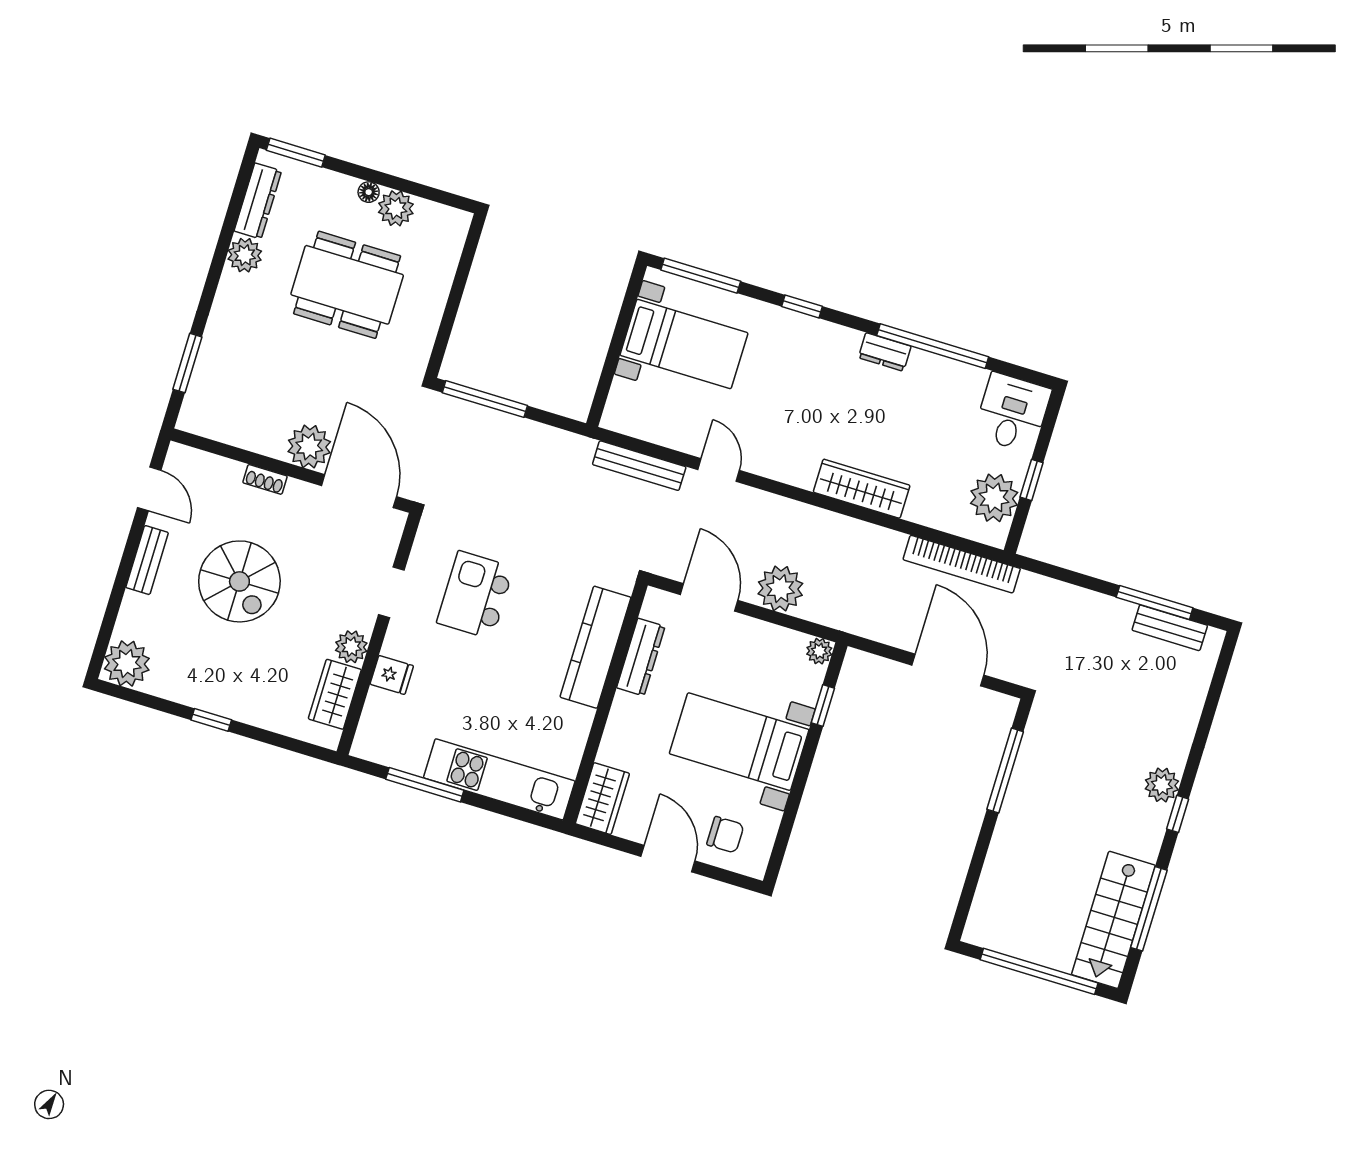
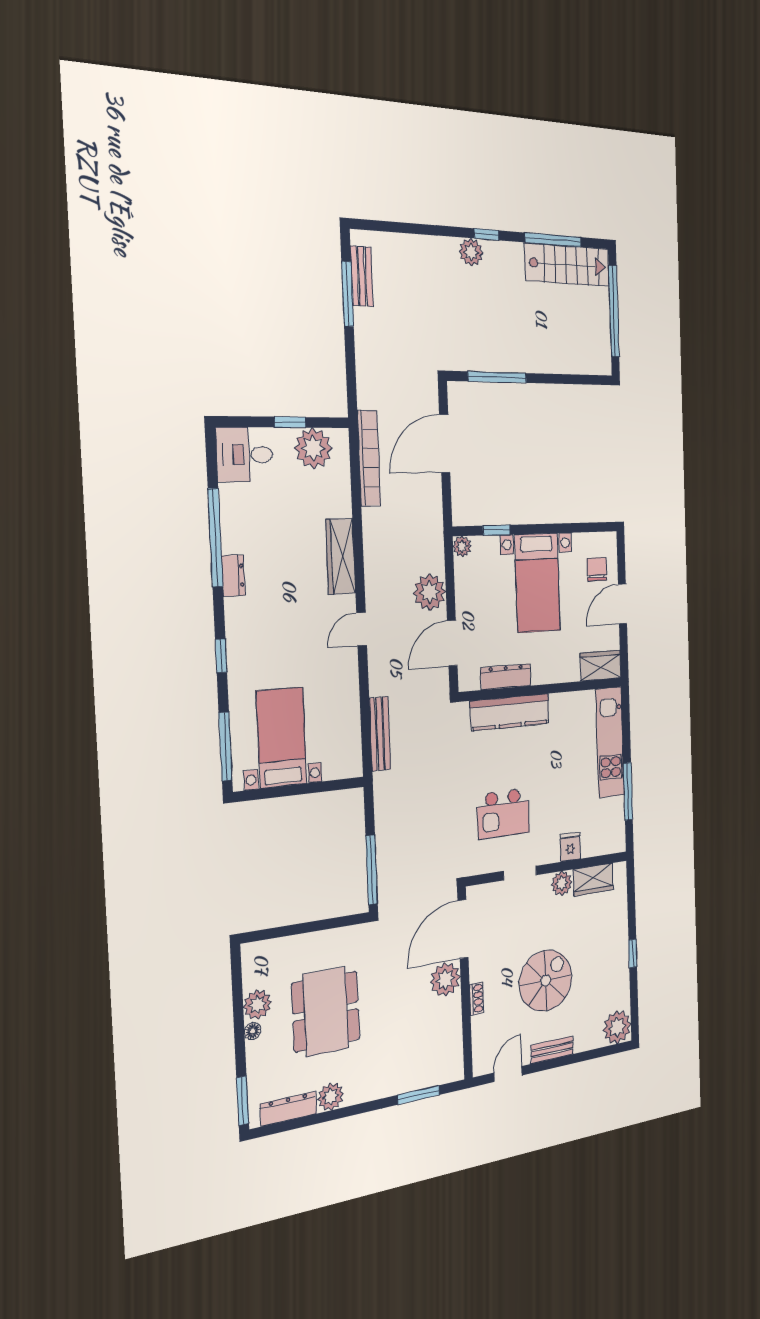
door: (719, 470) -> (362, 629), moved

